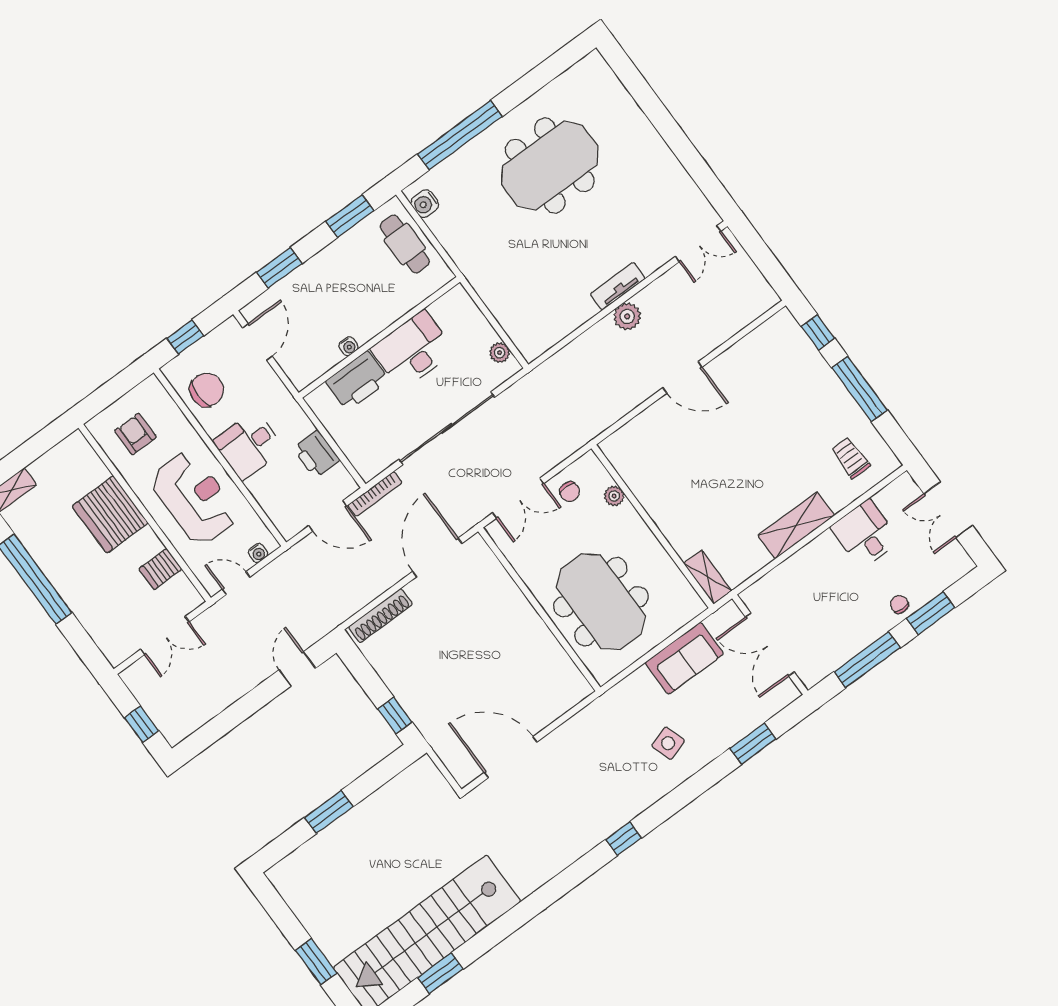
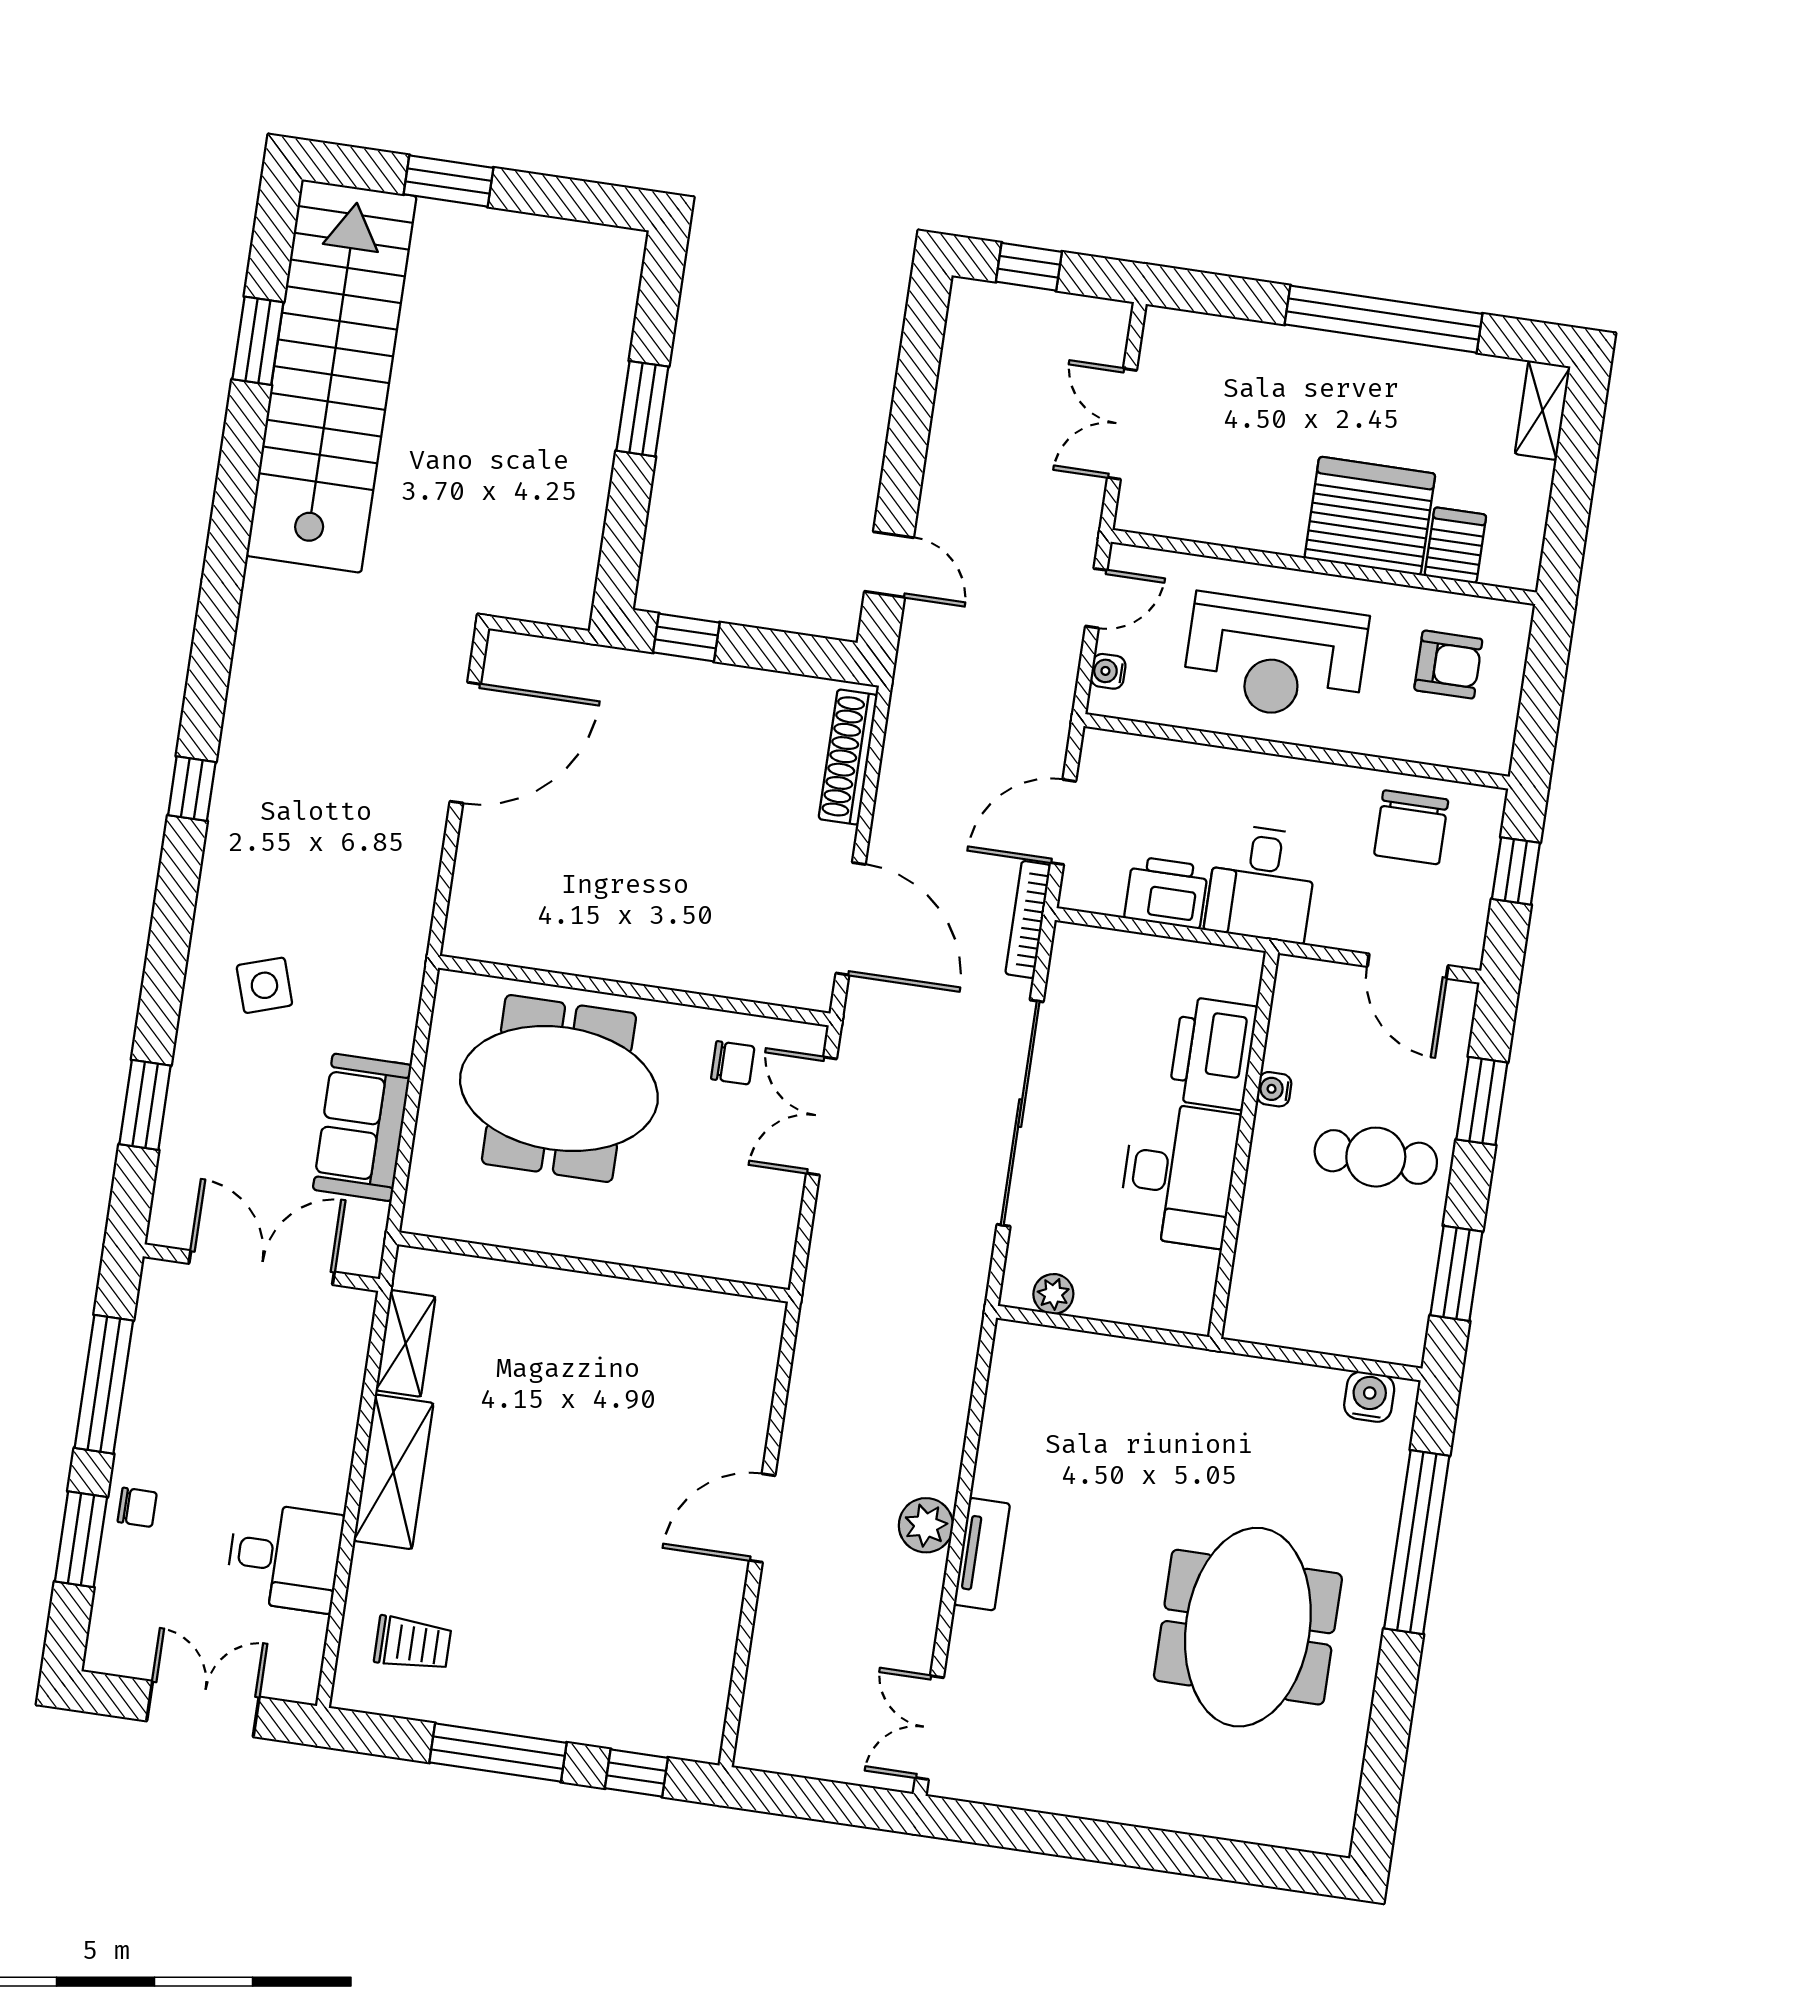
cafe table: (405, 244) -> (1376, 1157), moved
desk: (249, 445) -> (1262, 883), moved, turned 180
chair: (570, 492) -> (733, 1063), moved, turned 180
plant: (614, 496) -> (690, 1255), removed
server rack: (160, 569) -> (1455, 545), moved
shelving: (708, 577) -> (406, 1343), moved, turned 90

